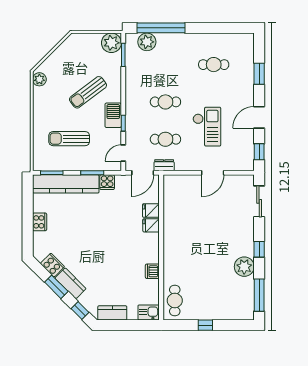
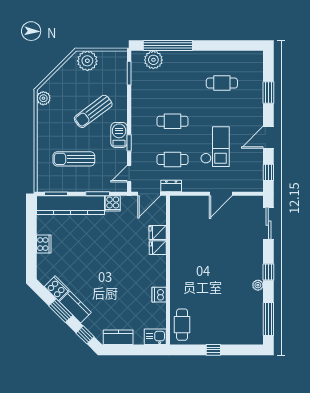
plant: (111, 43) -> (87, 61), moved
plant: (244, 267) -> (258, 285), width x0.53, depth x0.53

